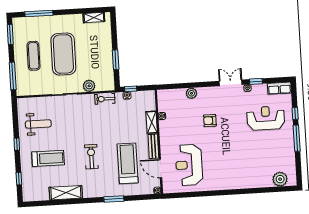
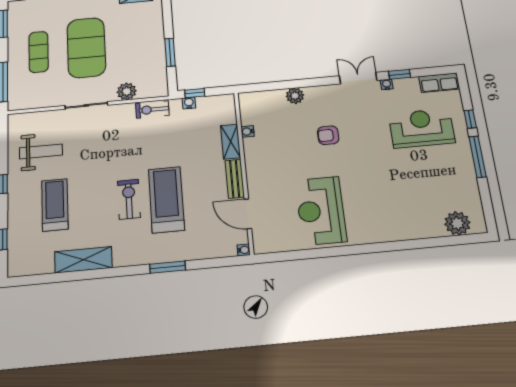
treadmill: (48, 158) -> (55, 205), turned -90
treadmill: (128, 163) -> (166, 200), moved
reception desk: (189, 165) -> (321, 211), moved

